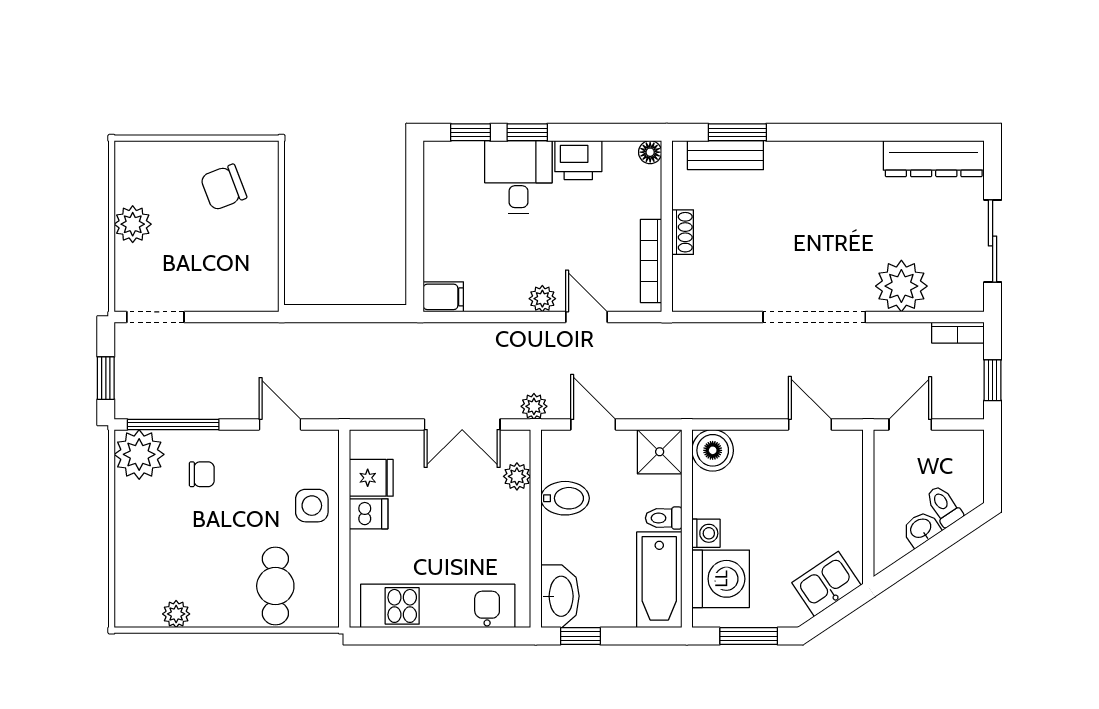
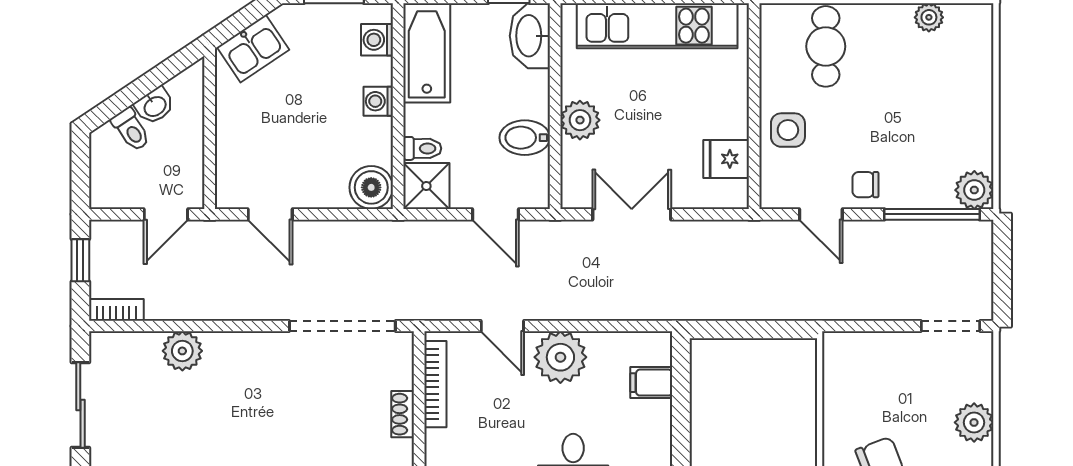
plant: (901, 286) -> (182, 351), width x0.73, depth x0.73
filing cabinet: (443, 297) -> (651, 383), moved
plant: (542, 299) -> (560, 357), width x1.87, depth x1.87
doorway: (814, 317) -> (342, 326), moved
window: (106, 378) -> (1002, 263), removed
plant: (534, 406) -> (557, 233), removed
plant: (139, 454) -> (974, 190), width x0.73, depth x0.73
chair: (202, 474) -> (866, 185), moved
plant: (517, 476) -> (580, 120), moved, width x1.38, depth x1.38
dishwasher: (369, 514) -> (729, 121), removed
toilet: (664, 518) -> (422, 148), moved
washing machine: (721, 579) -> (377, 40), width x0.53, depth x0.53

